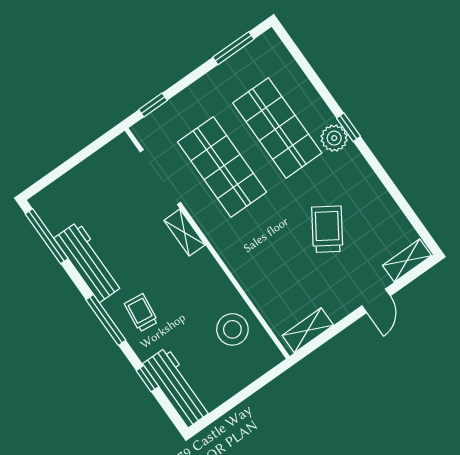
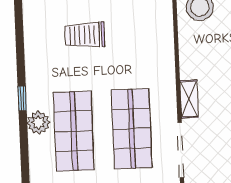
plant: (334, 138) -> (39, 123), moved
trolley: (327, 229) -> (85, 35), turned 57

